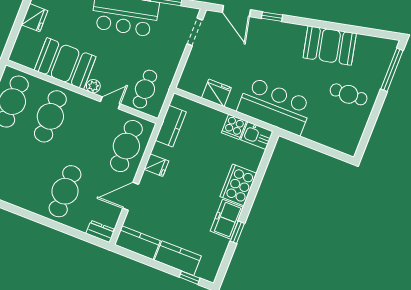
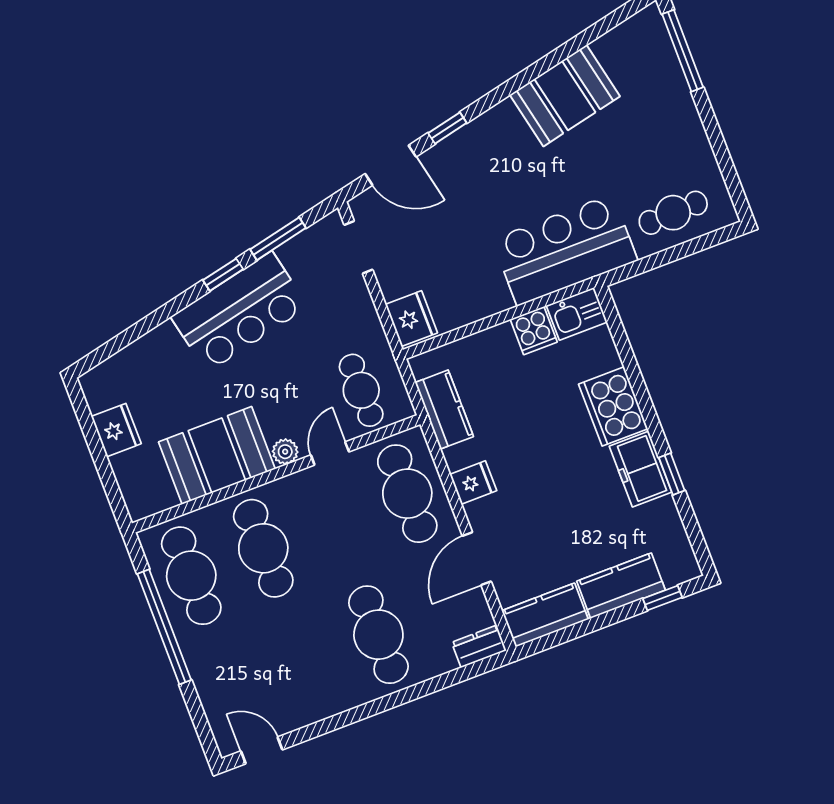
fridge: (216, 93) -> (411, 319), moved, turned 90
cafe table: (349, 94) -> (673, 213), moved

